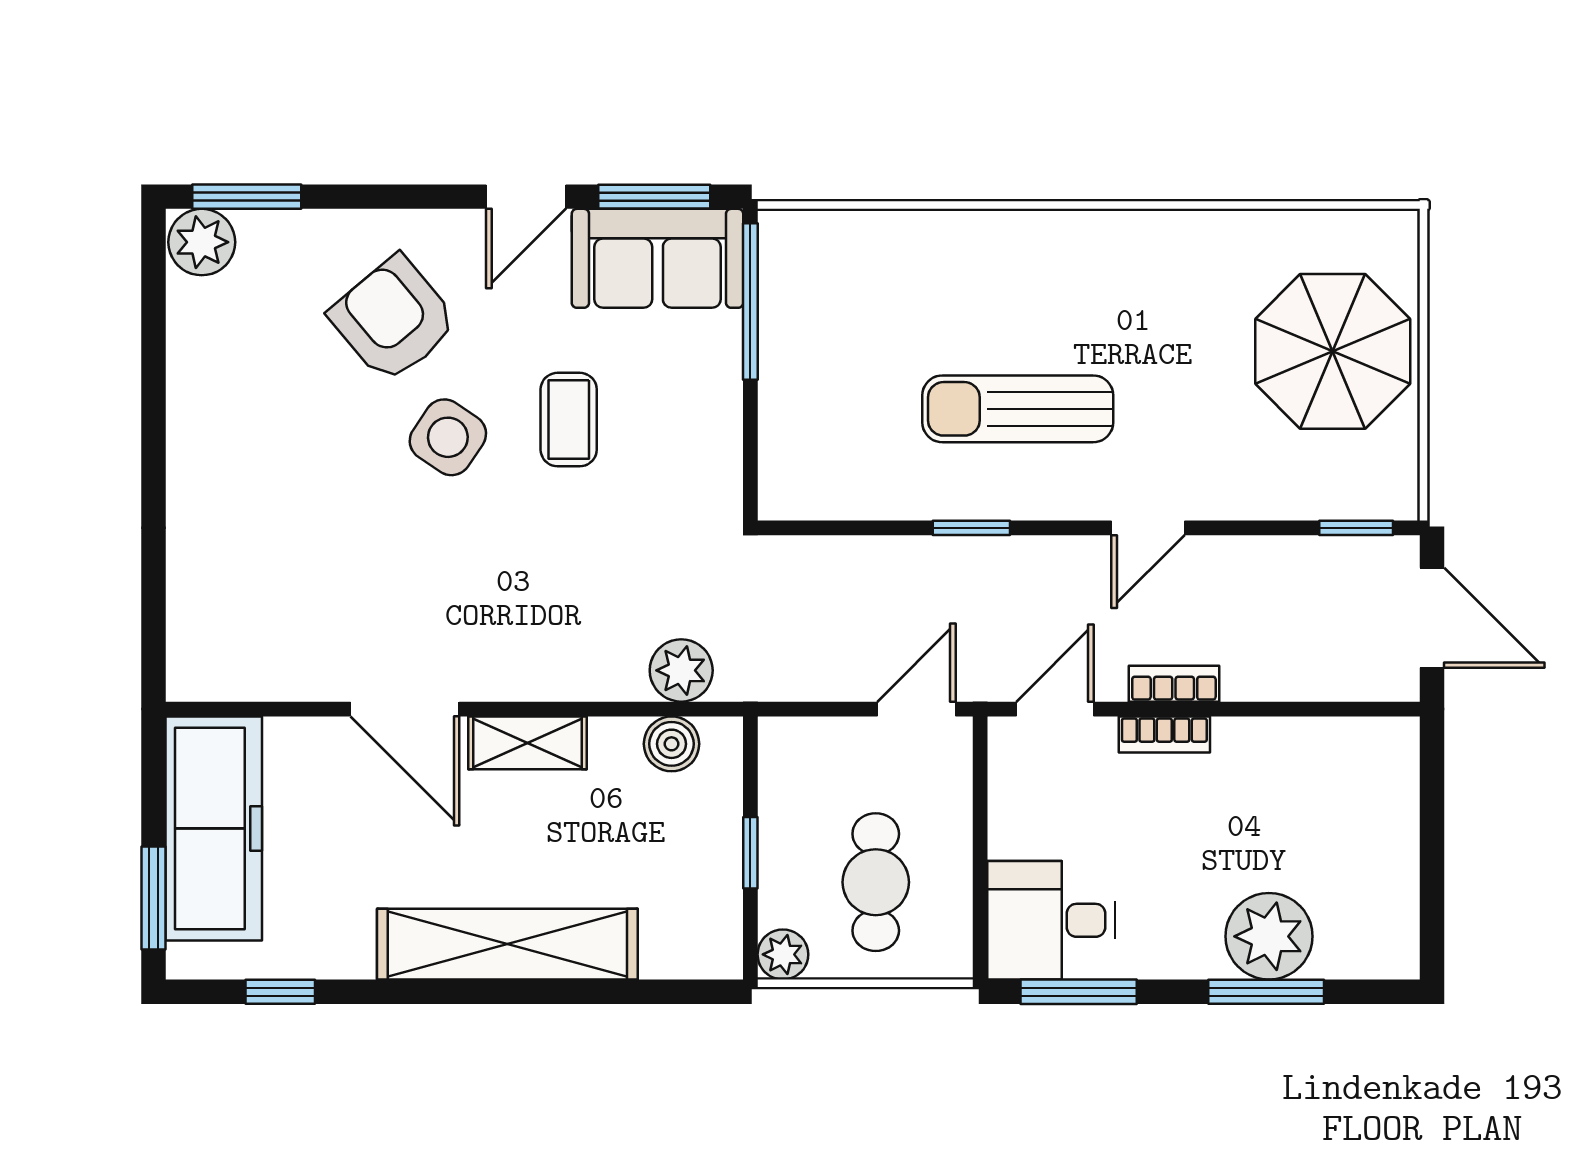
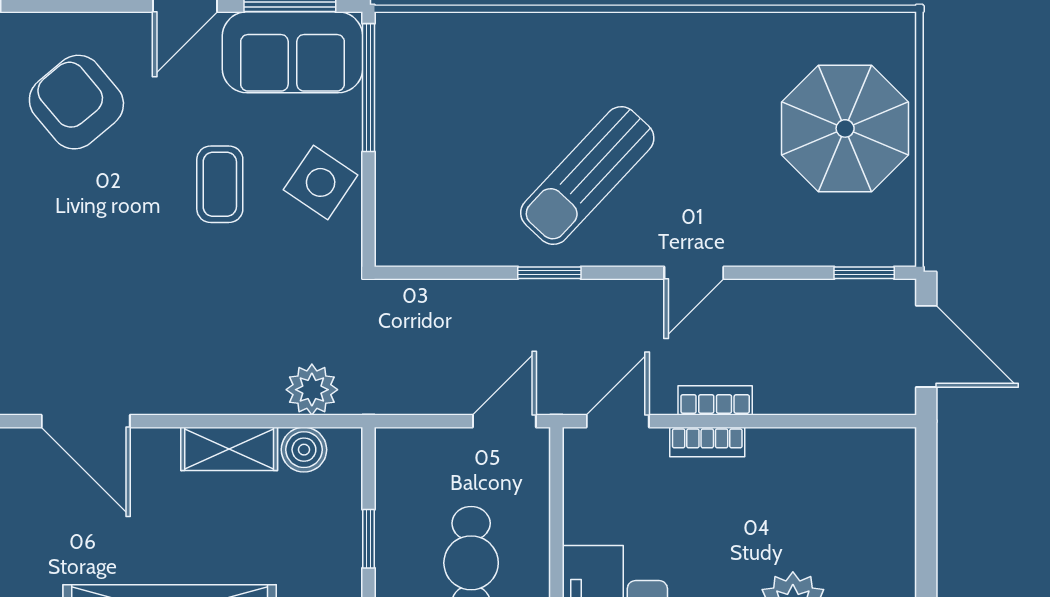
sun lounger: (1018, 409) -> (587, 175), turned -47
side table: (448, 437) -> (321, 182), moved
shelving: (527, 743) -> (229, 449), moved

